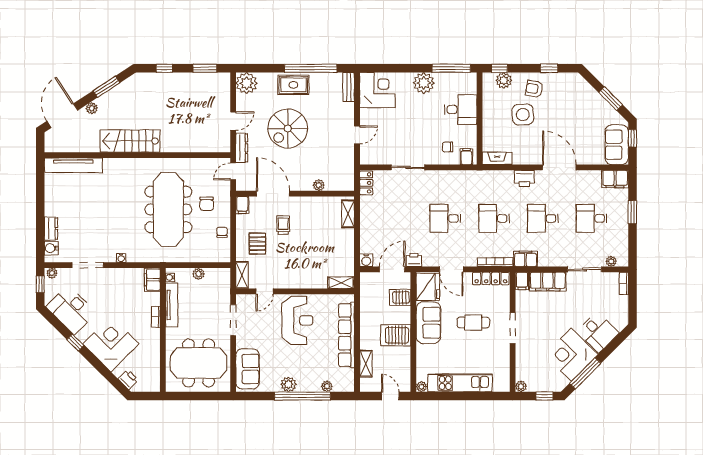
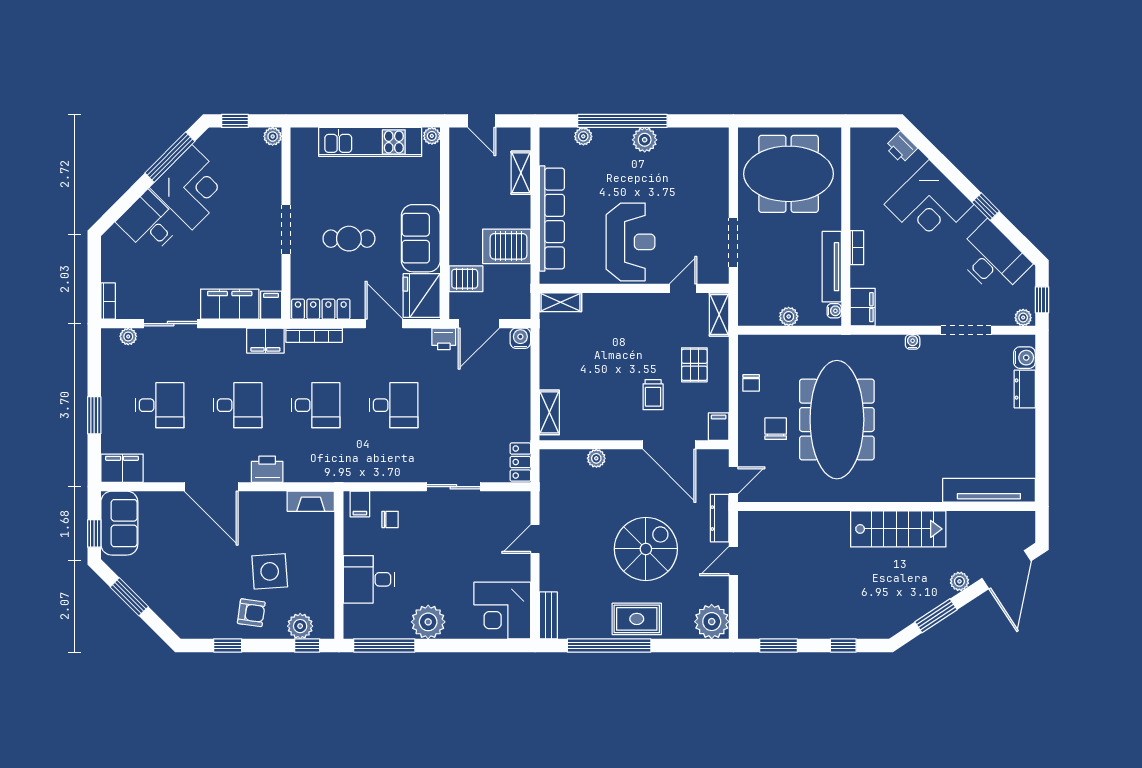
reception desk: (297, 320) -> (630, 242), turned 180
server rack: (396, 335) -> (507, 246), moved, turned 180
sofa: (248, 369) -> (710, 164), removed

